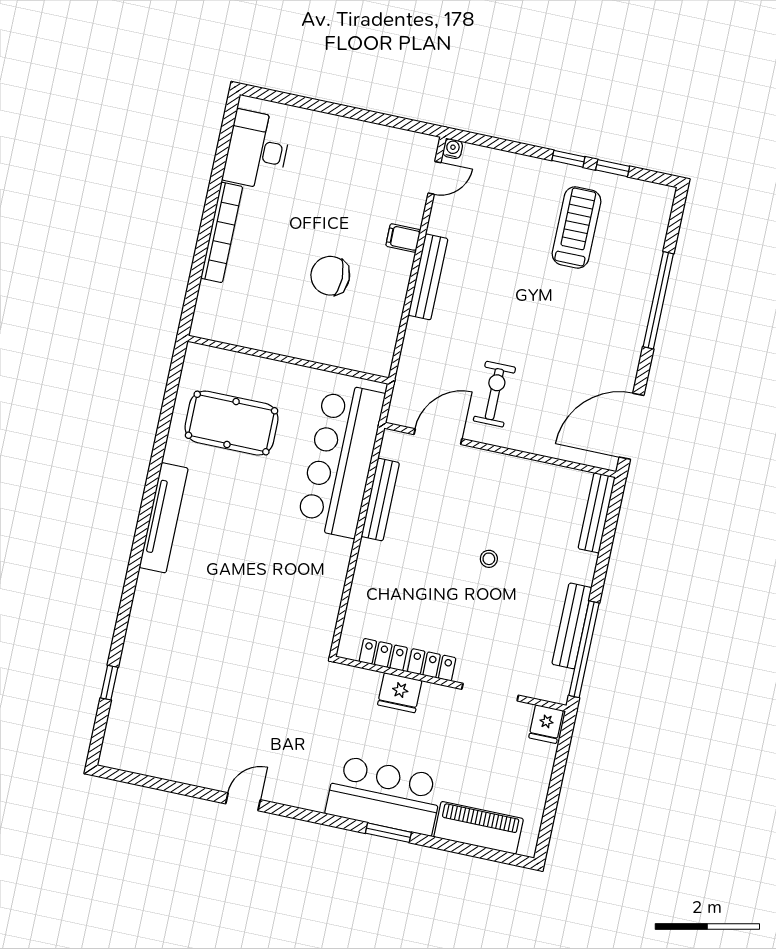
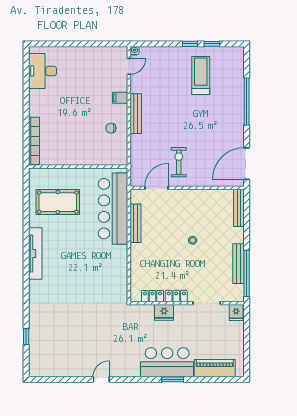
bookcase: (222, 232) -> (34, 141), moved
chair: (330, 276) -> (111, 128), moved, width x0.54, depth x0.54

